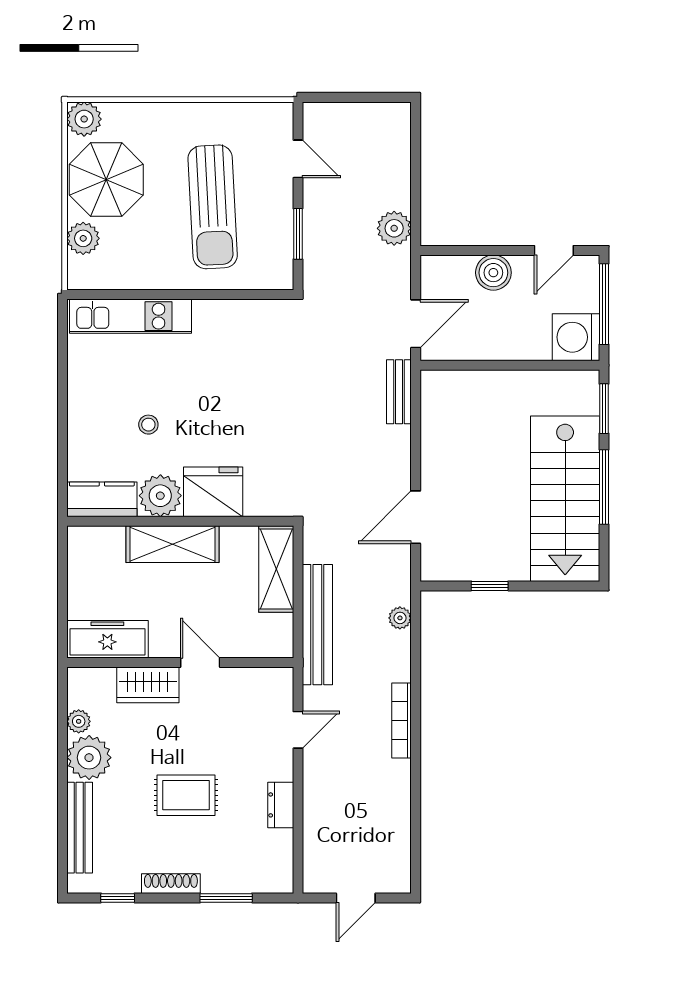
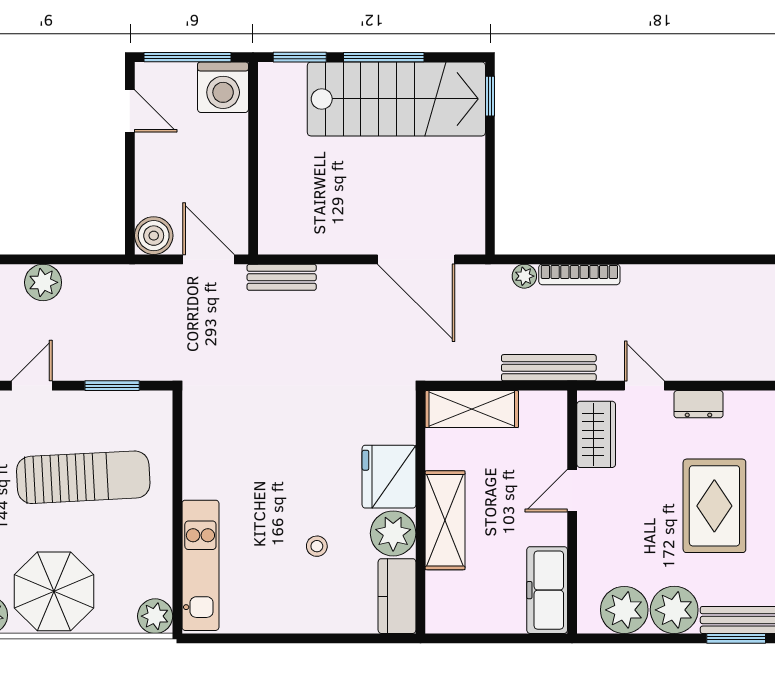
plant: (394, 228) -> (43, 282), moved
plant: (83, 238) -> (155, 616), moved
boiler: (493, 273) -> (154, 236), moved
door: (416, 517) -> (416, 259), width x1.36
window: (490, 586) -> (490, 96), moved
bench: (317, 625) -> (549, 368), width x0.73, depth x0.82
wardrobe: (148, 685) -> (596, 434), moved
plant: (79, 721) -> (624, 610), width x1.88, depth x1.88
bookcase: (402, 721) -> (579, 274), moved
rug: (186, 795) -> (714, 506), width x1.36, depth x1.43
dresser: (281, 805) -> (698, 404), moved
window: (62, 815) -> (736, 638), added

